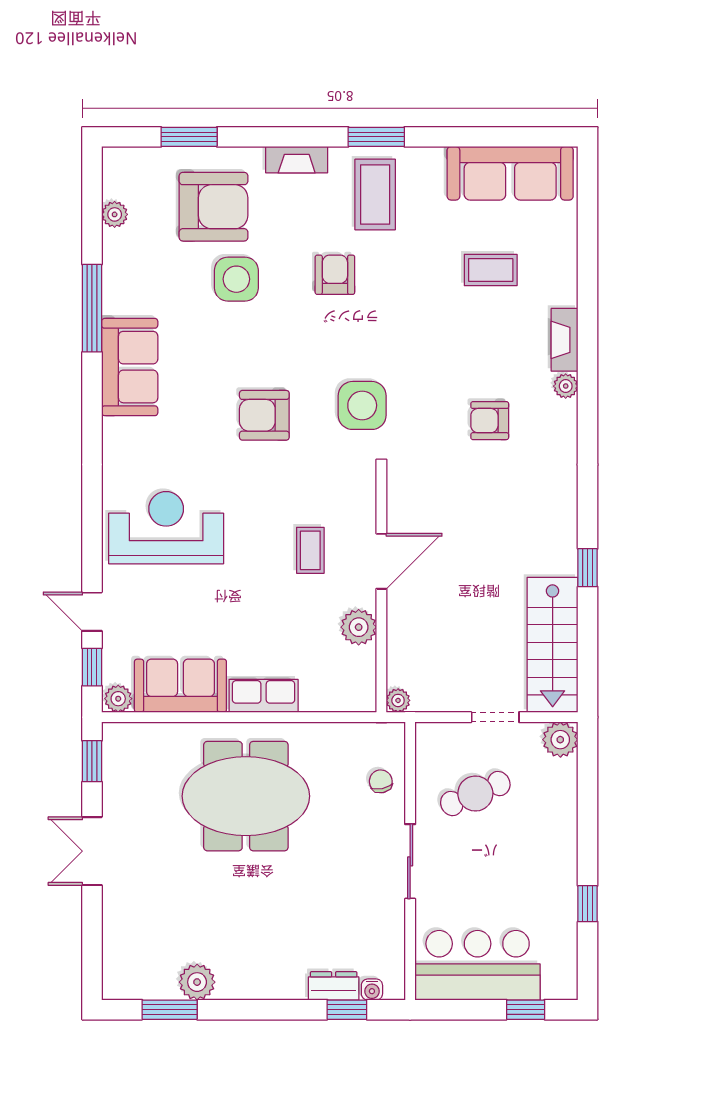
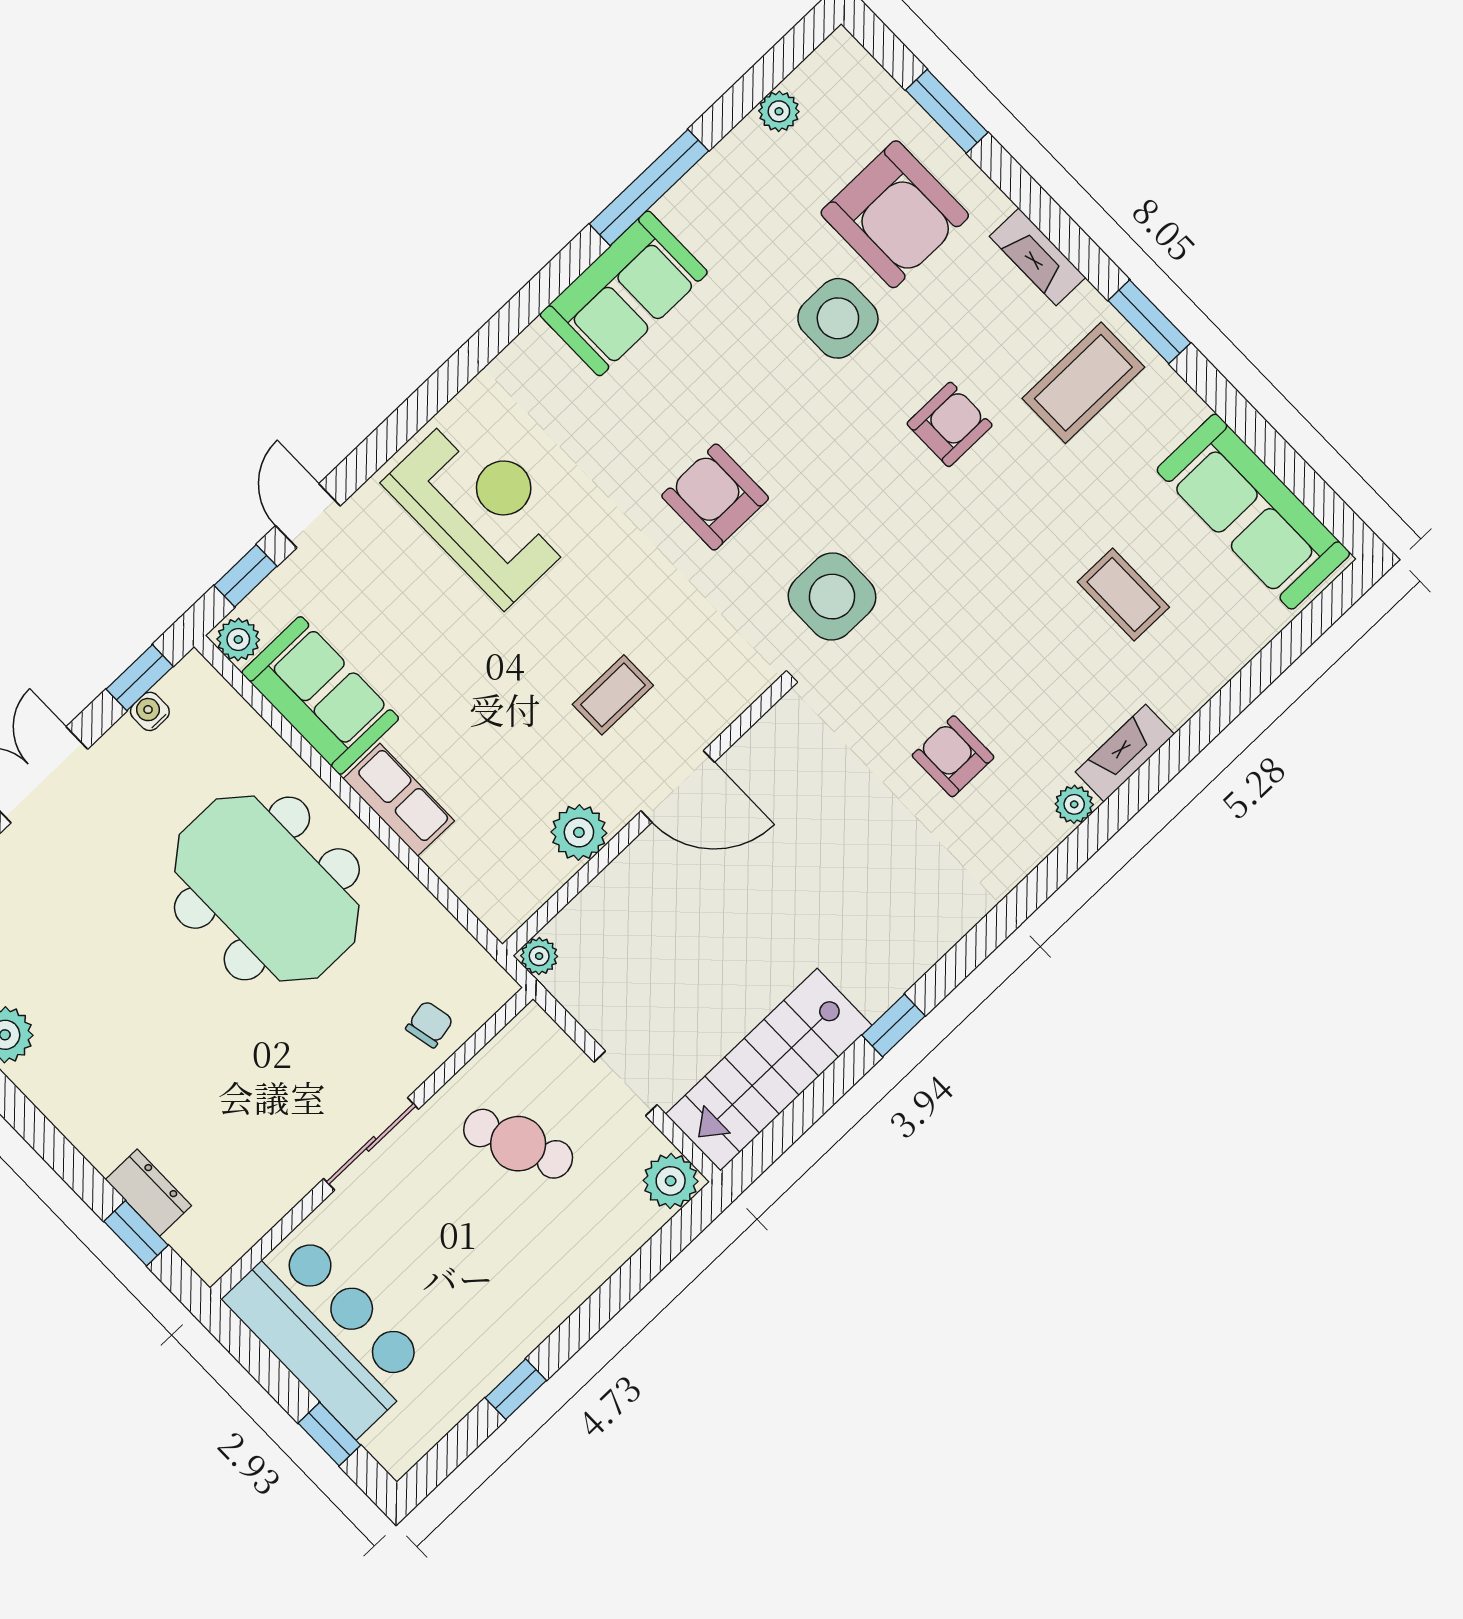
water cooler: (372, 990) -> (150, 711), moved, turned 90

